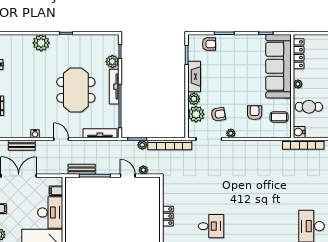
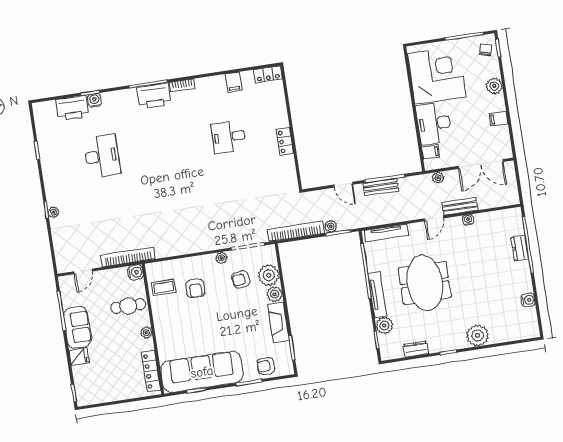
dresser: (91, 40) -> (416, 349), added
sofa: (278, 66) -> (202, 372), moved, turned -90
door: (61, 139) -> (434, 218), hinge flipped
bench: (22, 145) -> (460, 206), moved
bench: (82, 169) -> (381, 187), moved
plant: (143, 170) -> (438, 178), moved

